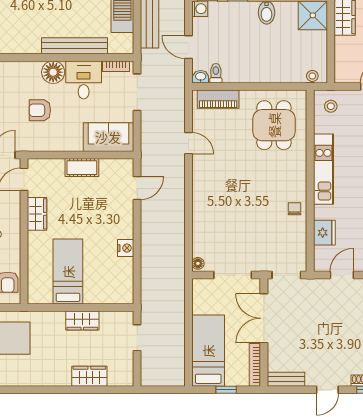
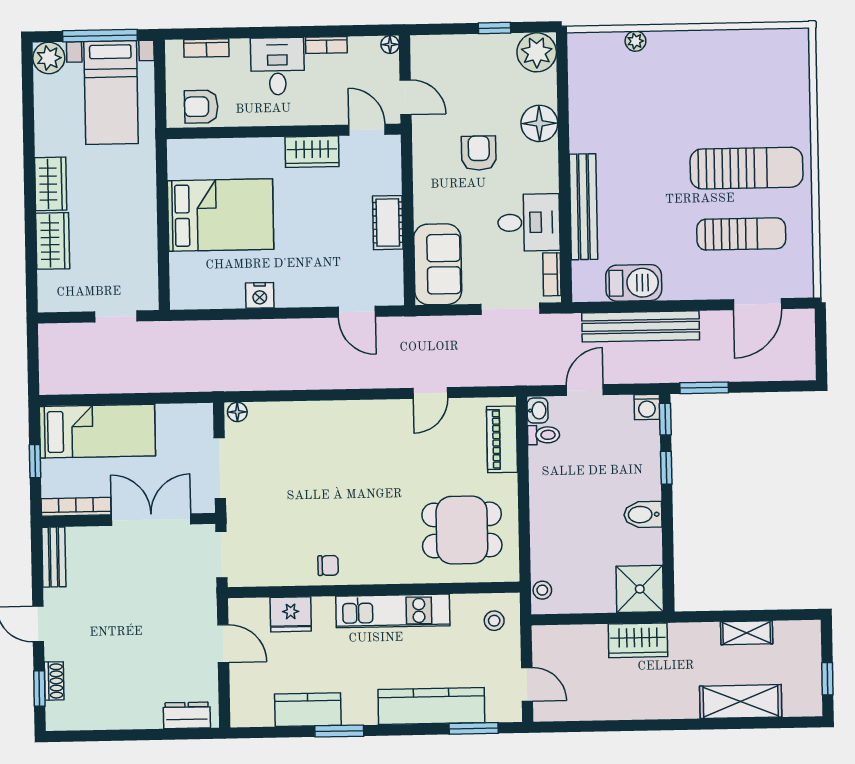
floor lamp: (53, 72) -> (539, 123), moved
bed: (68, 272) -> (221, 215), width x1.50
wardrobe: (82, 321) -> (51, 184), moved, turned 180

